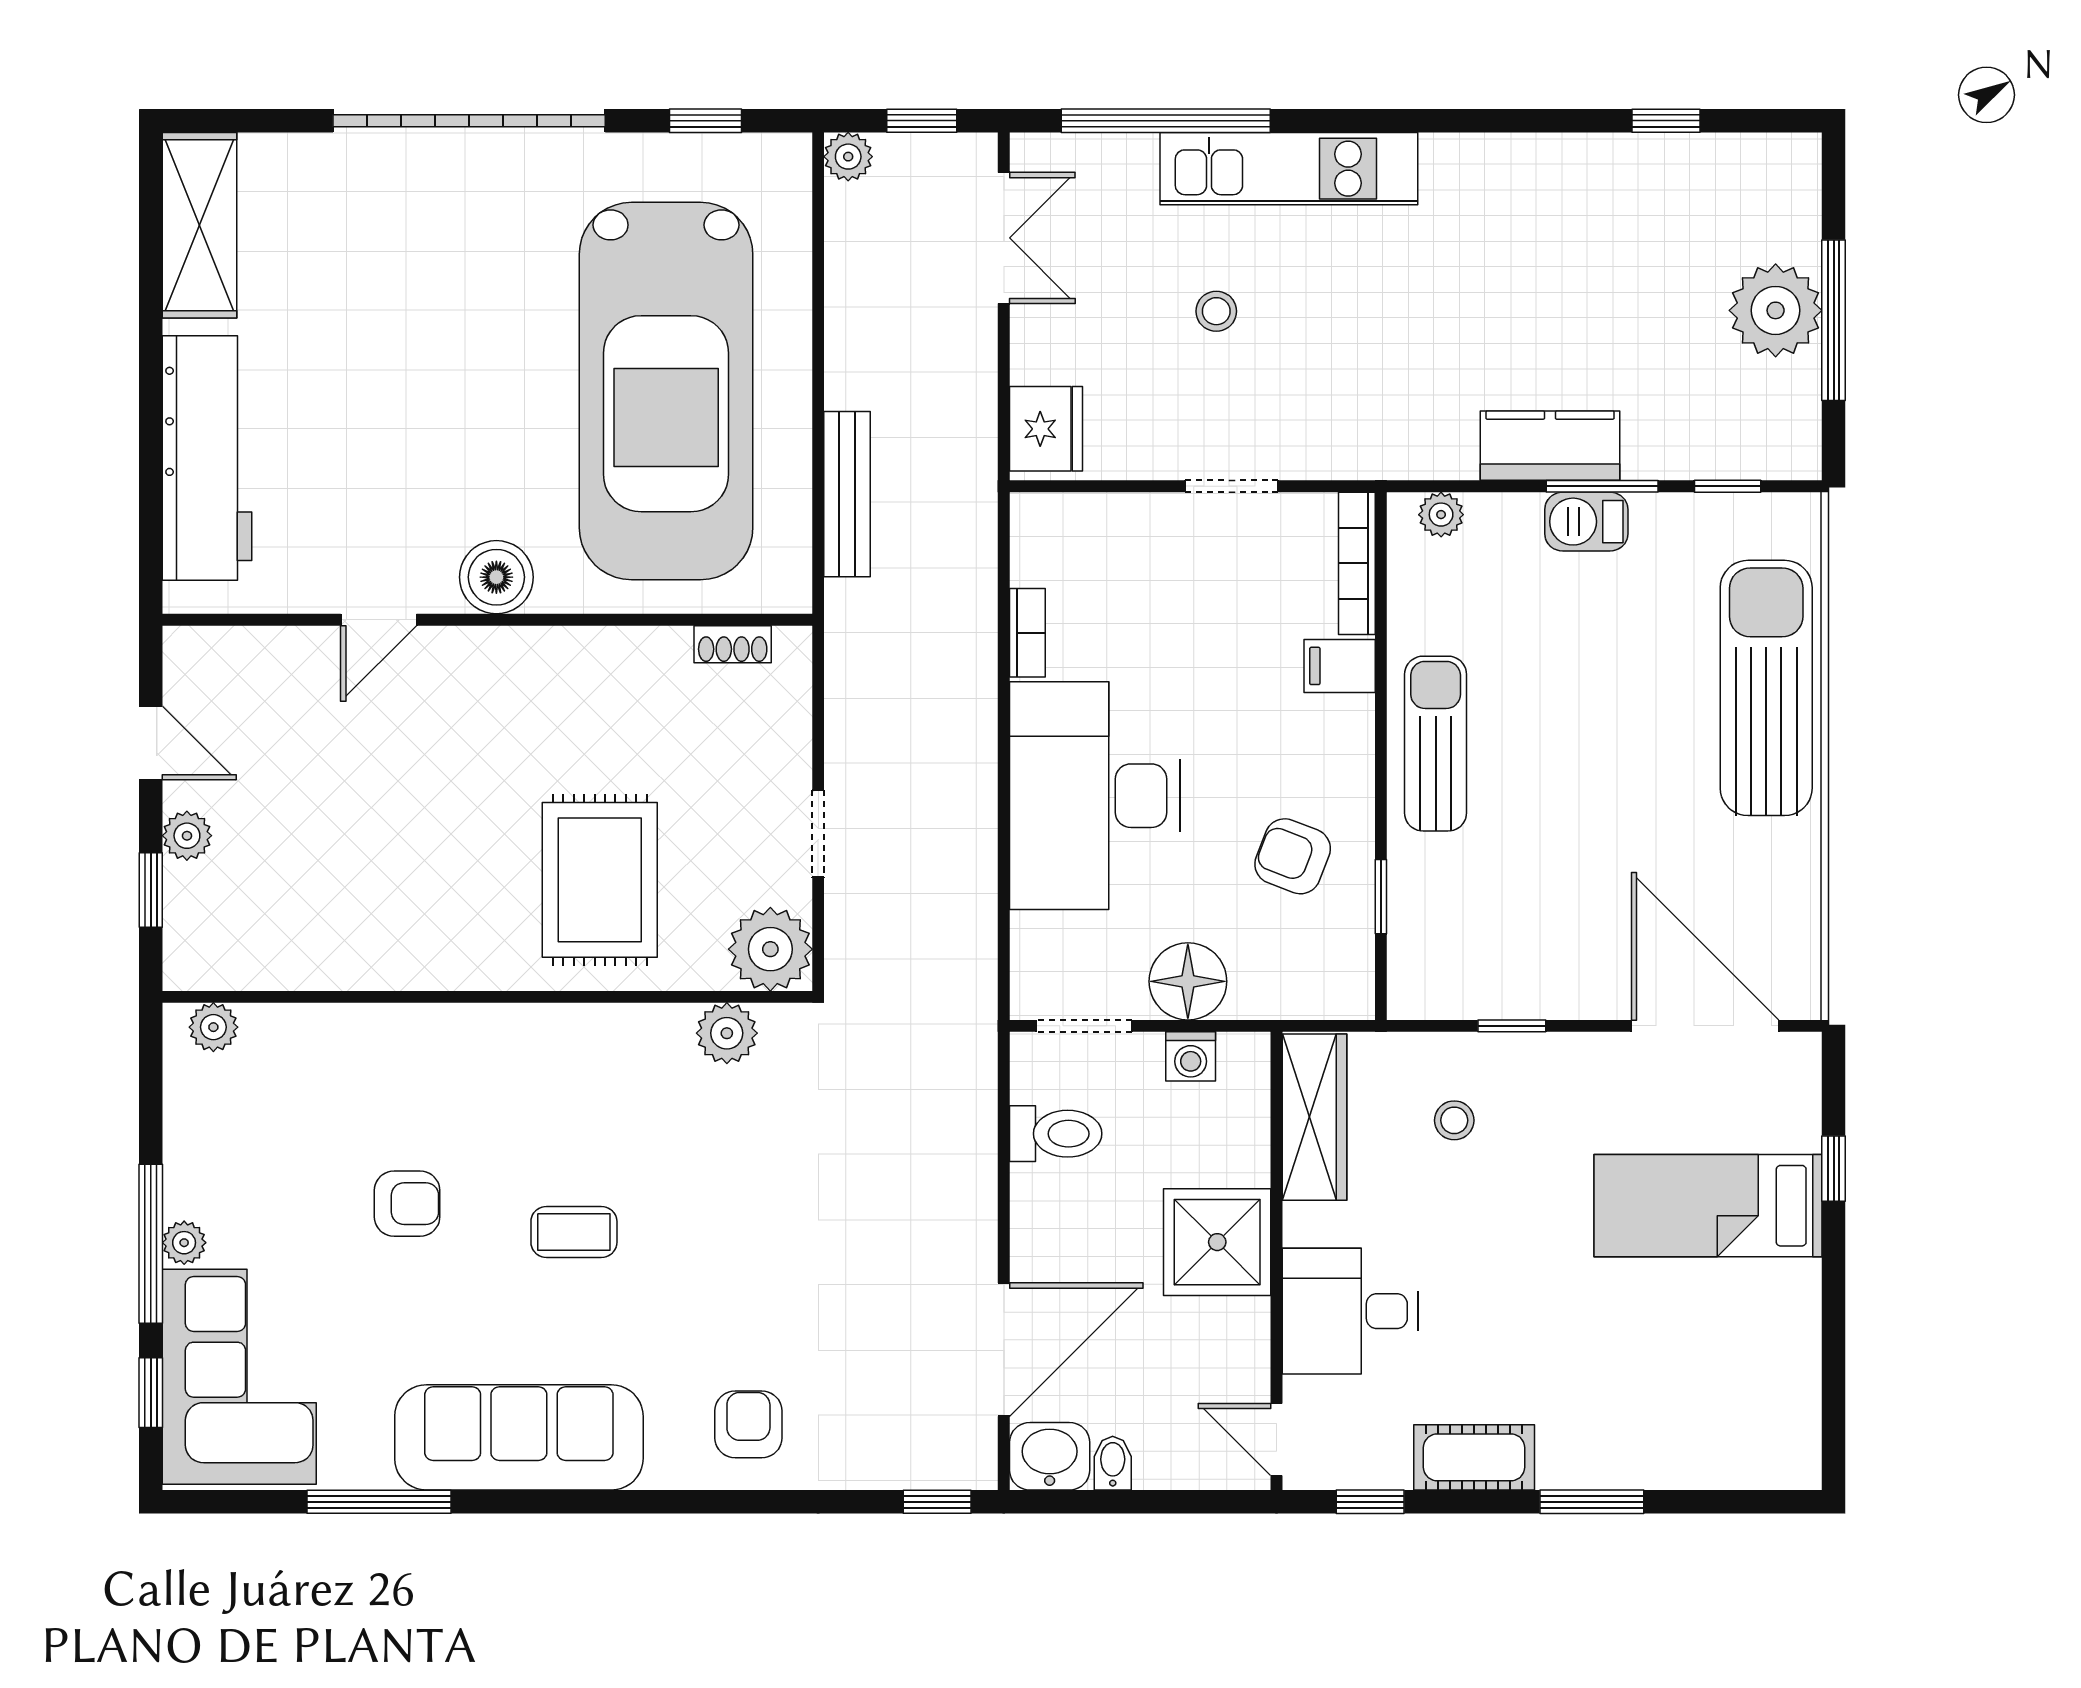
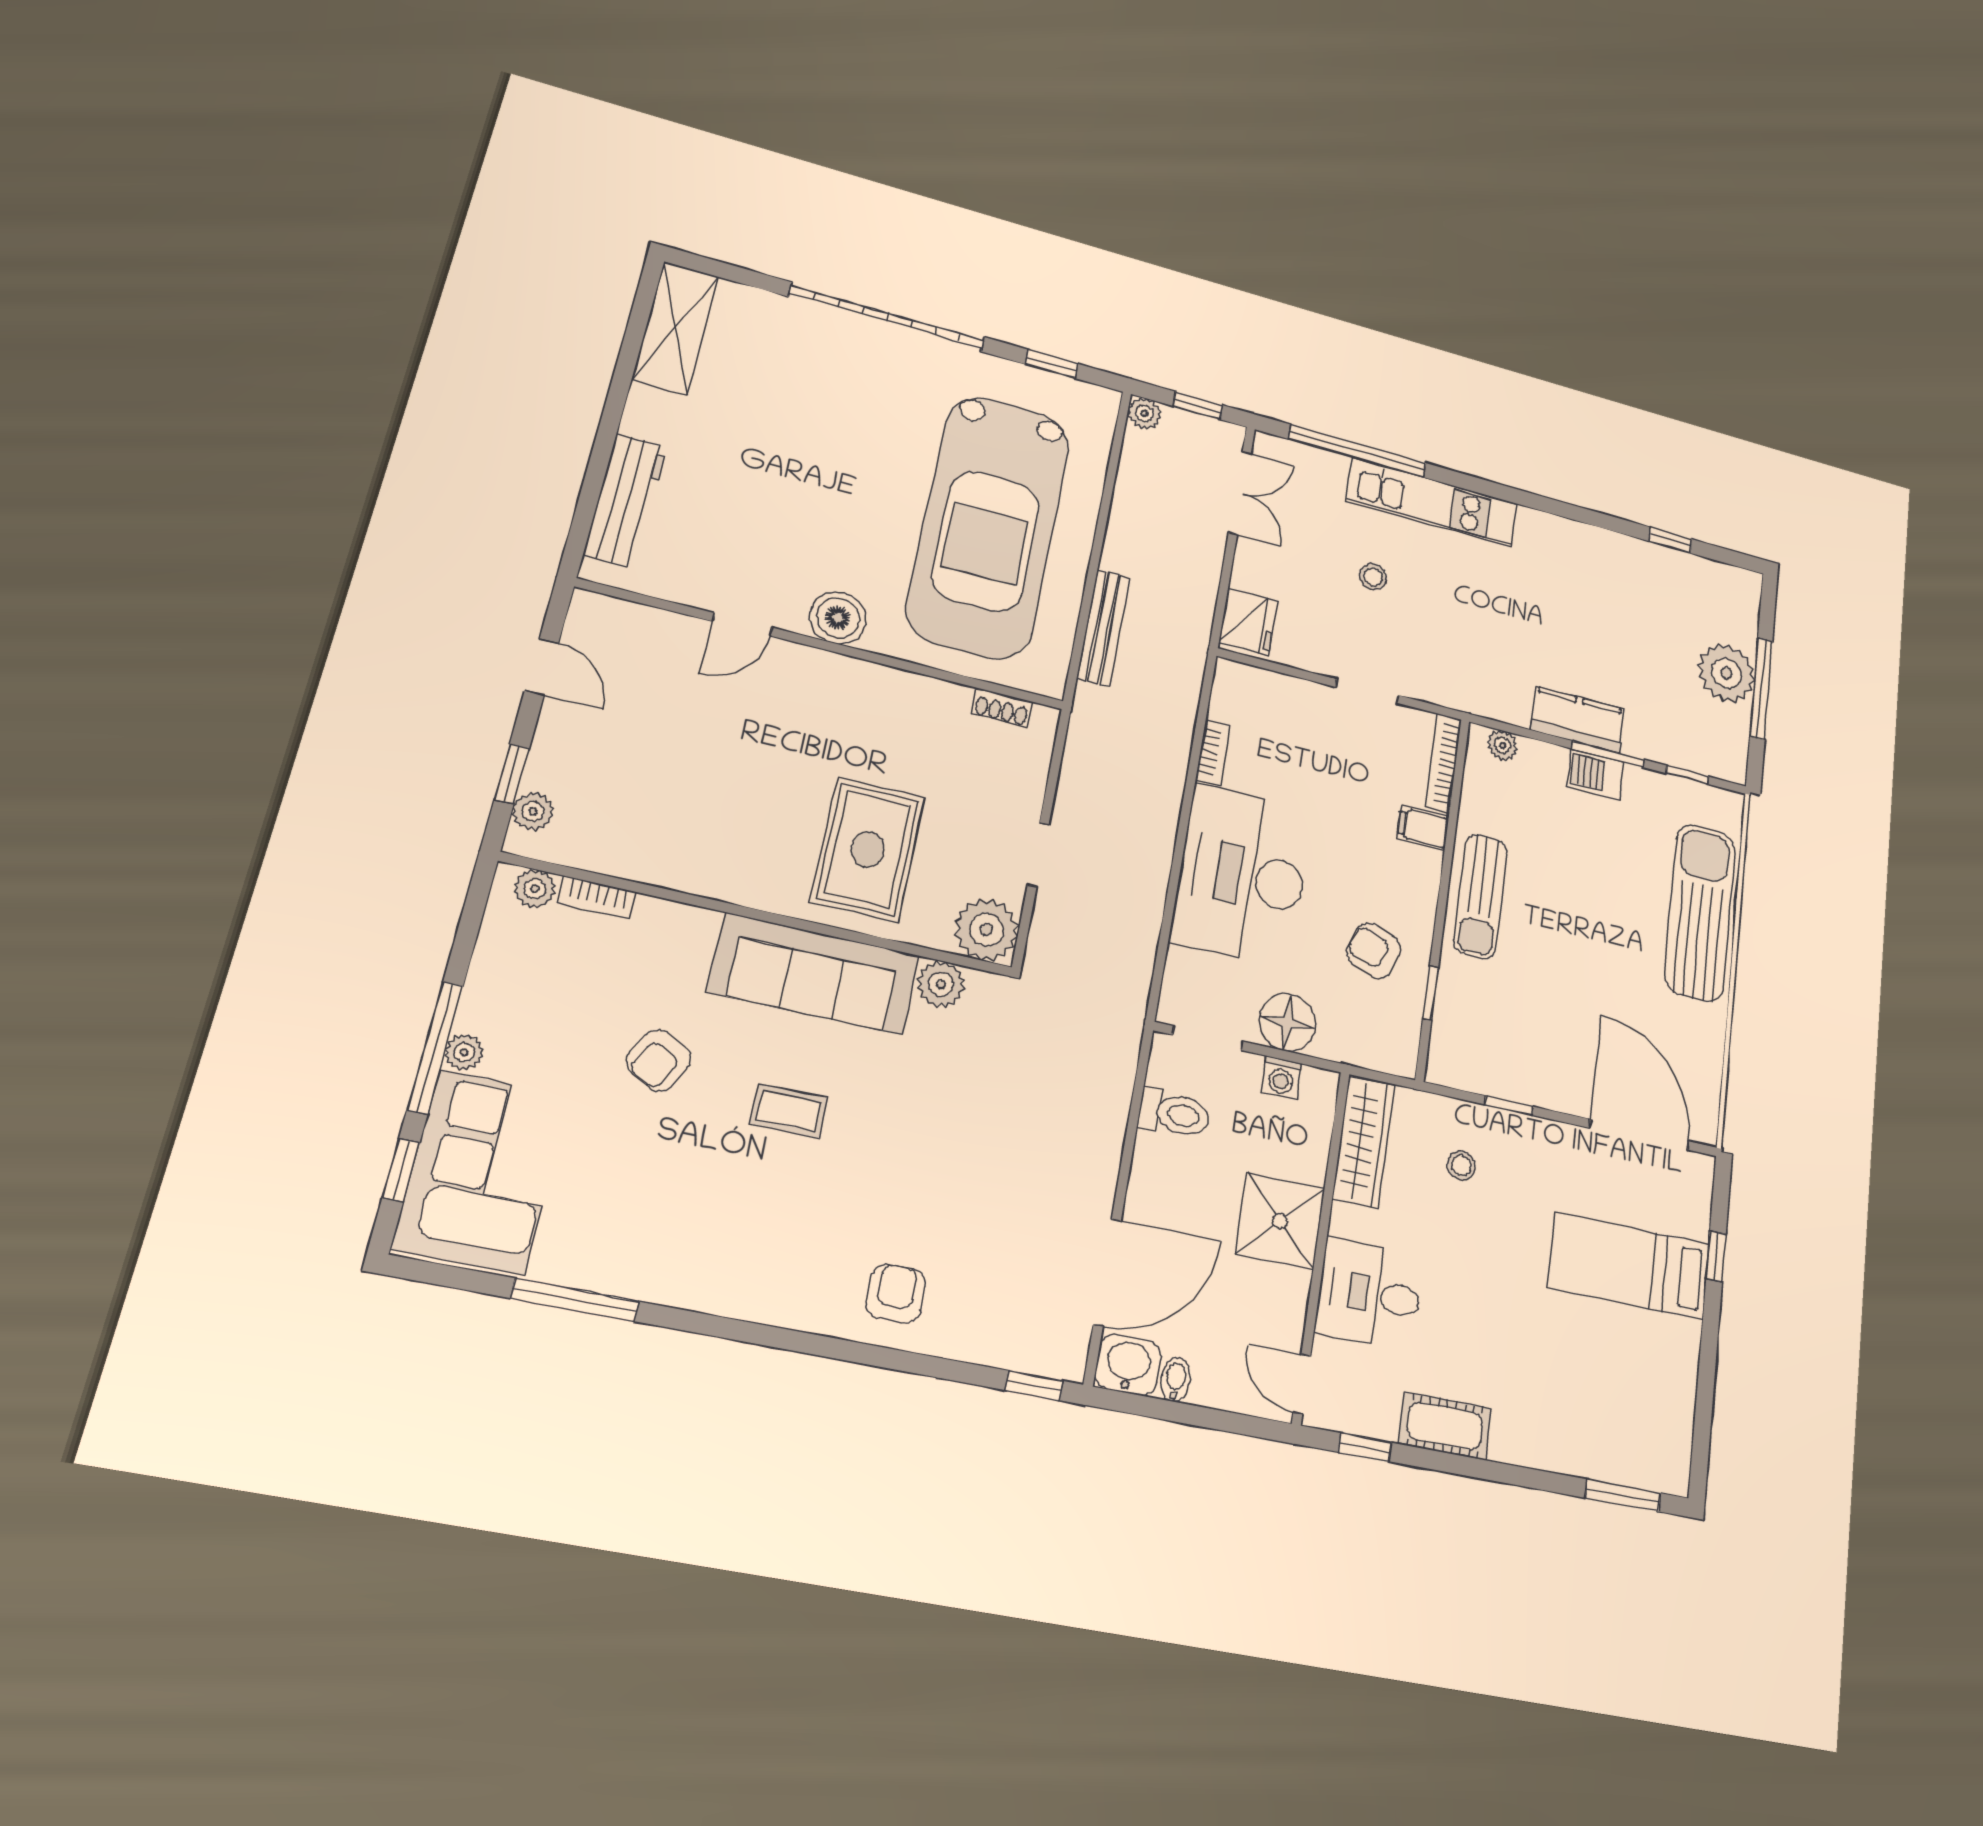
workbench: (207, 458) -> (626, 500), width x0.73, depth x0.76
sun lounger: (1436, 744) -> (1481, 896), turned 180
plant: (187, 836) -> (533, 811), moved
bookcase: (288, 1021) -> (597, 897), added
armchair: (407, 1204) -> (659, 1060), turned 118
sofa: (519, 1437) -> (814, 974), moved, turned 180
window: (1592, 1502) -> (1623, 1495), moved

